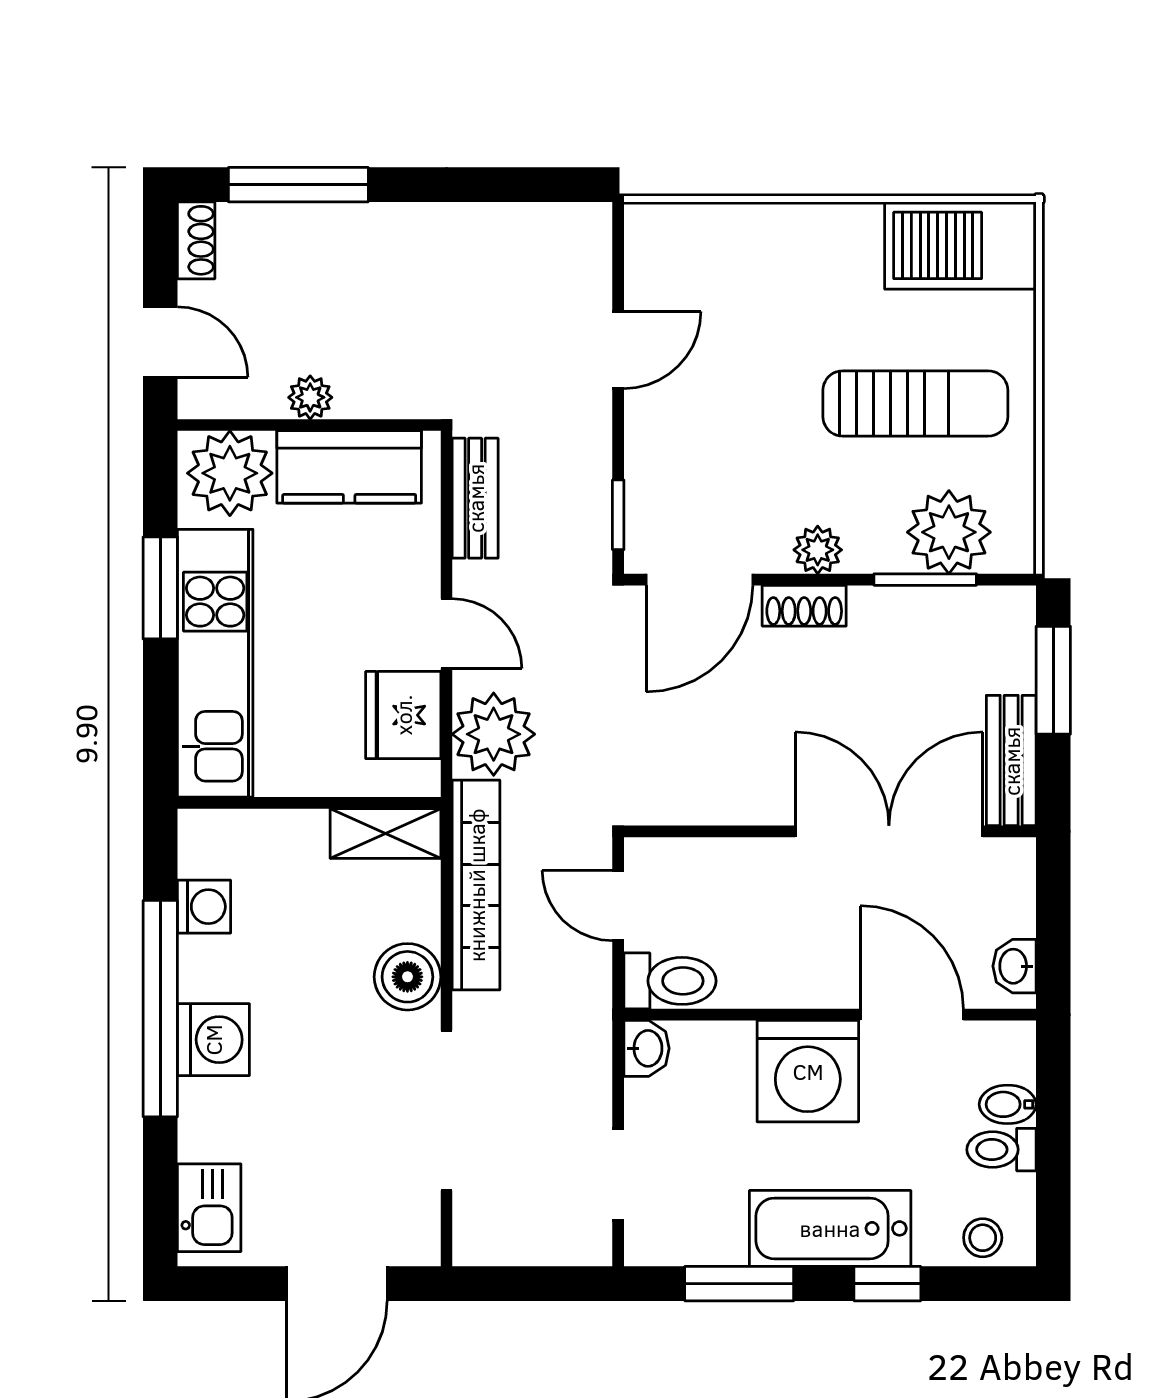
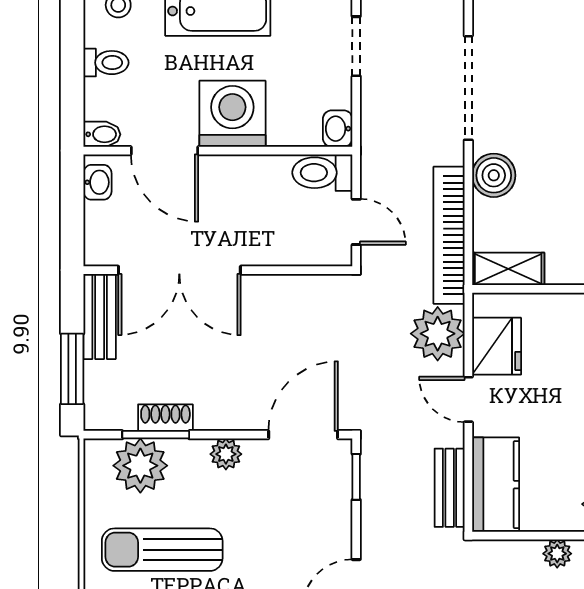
kitchen counter: (349, 467) -> (496, 485), moved, turned 90
shoe rack: (804, 606) -> (165, 418), moved
bidet: (1008, 1104) -> (102, 134), moved

